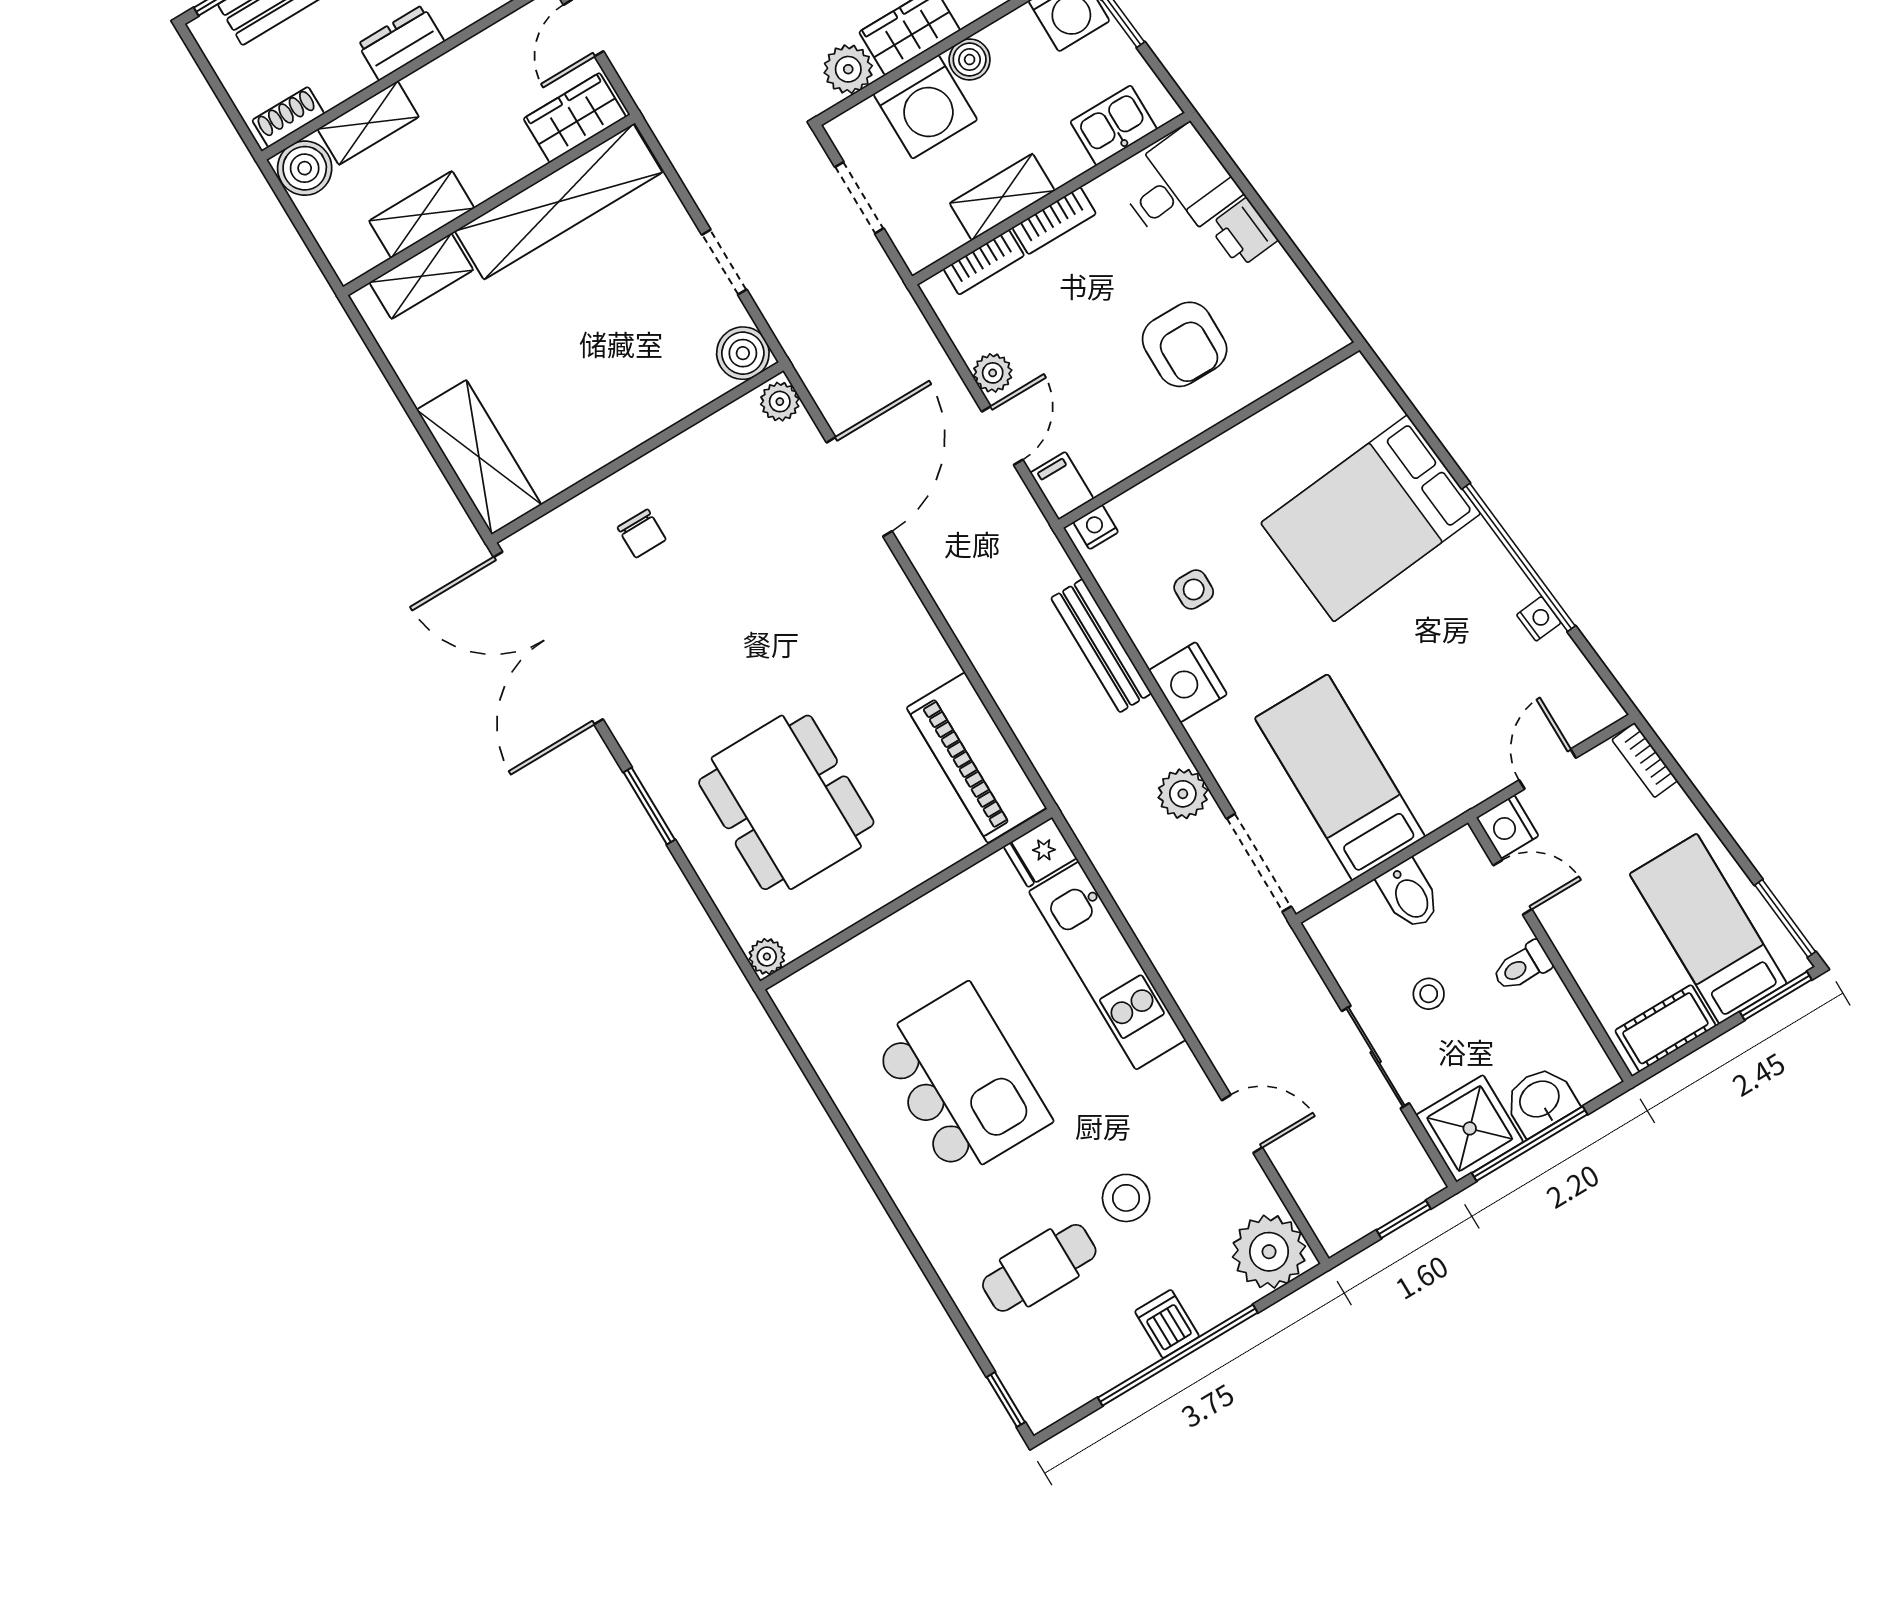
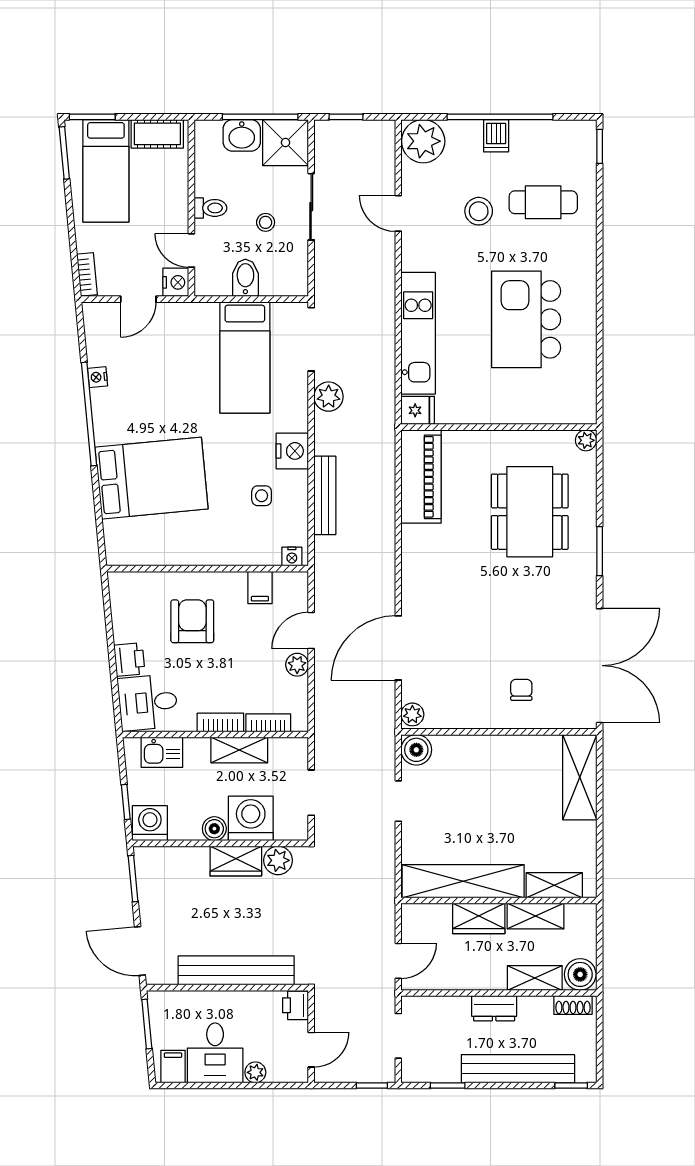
wardrobe: (575, 118) -> (479, 918), moved
filing cabinet: (1062, 486) -> (260, 587), moved

